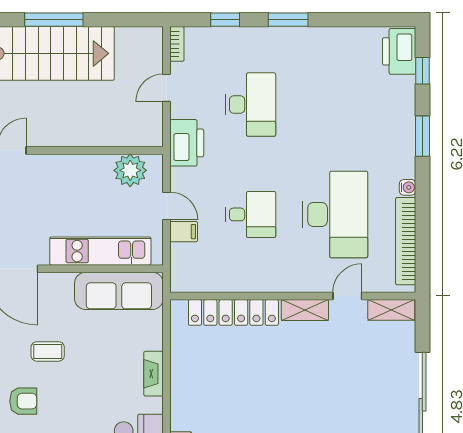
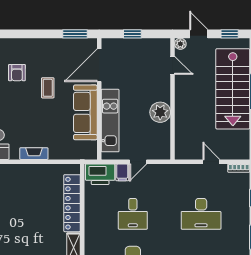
printer: (187, 143) -> (100, 174), moved
plant: (130, 170) -> (160, 112), moved
sofa: (119, 291) -> (85, 112), moved

